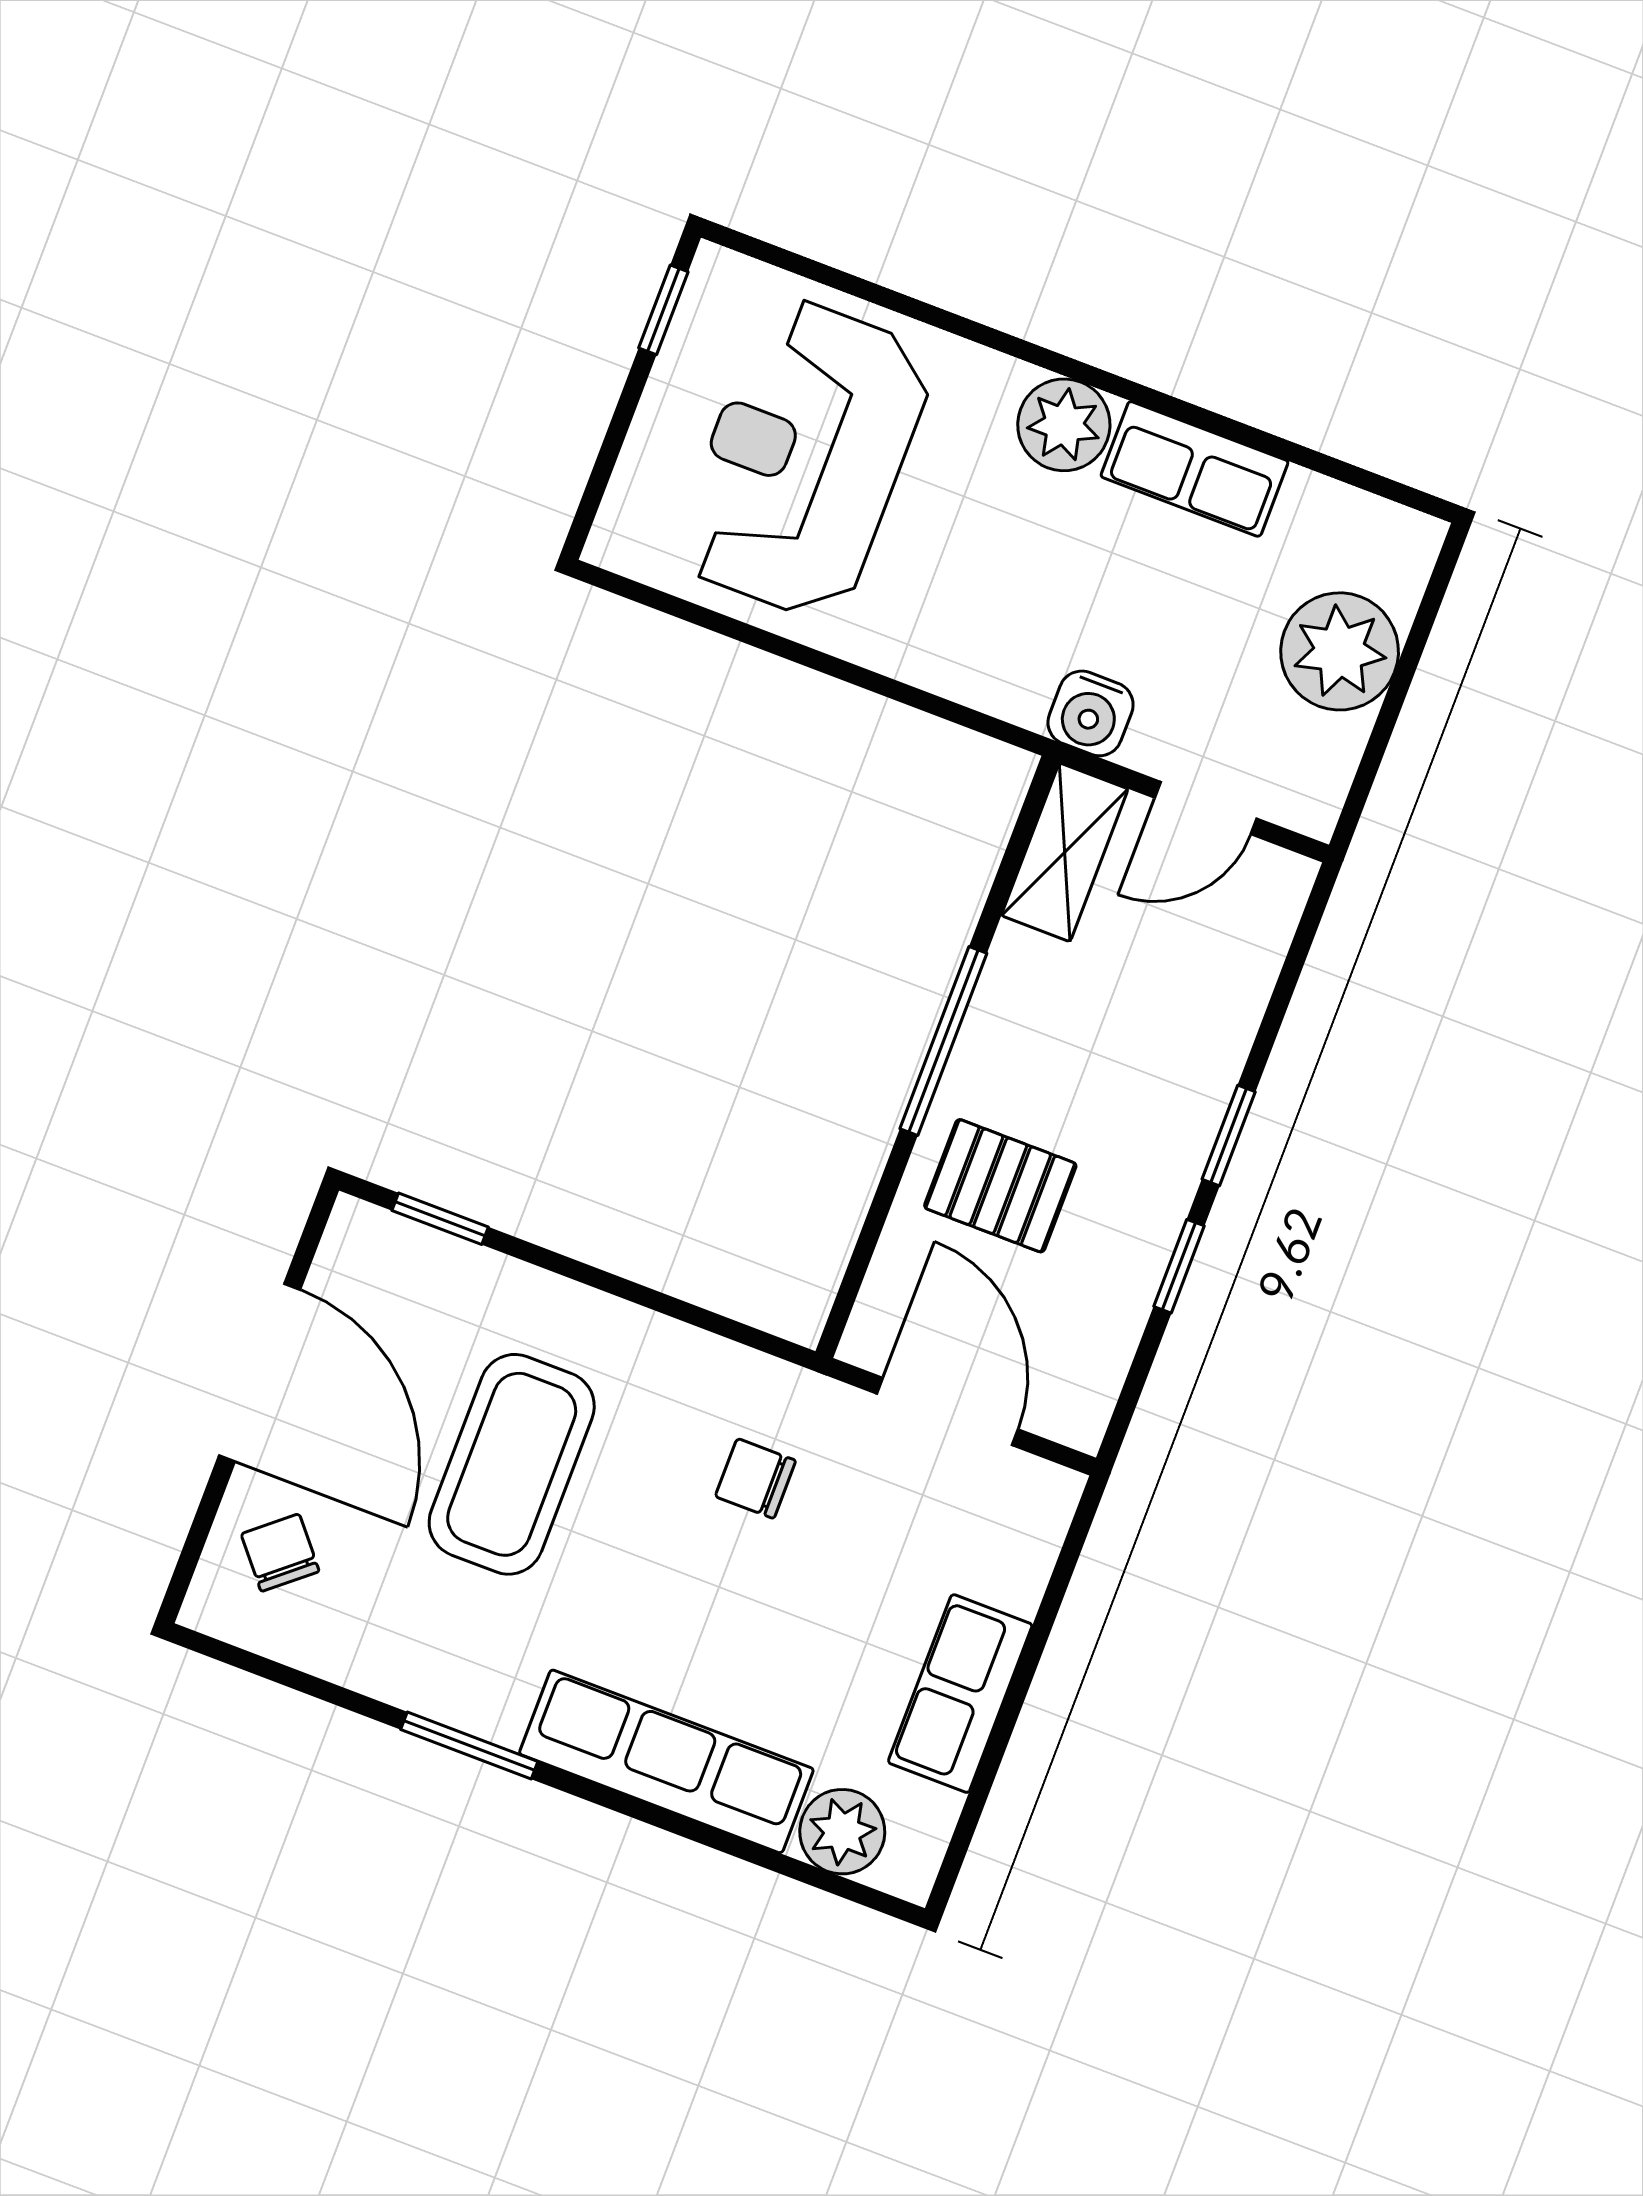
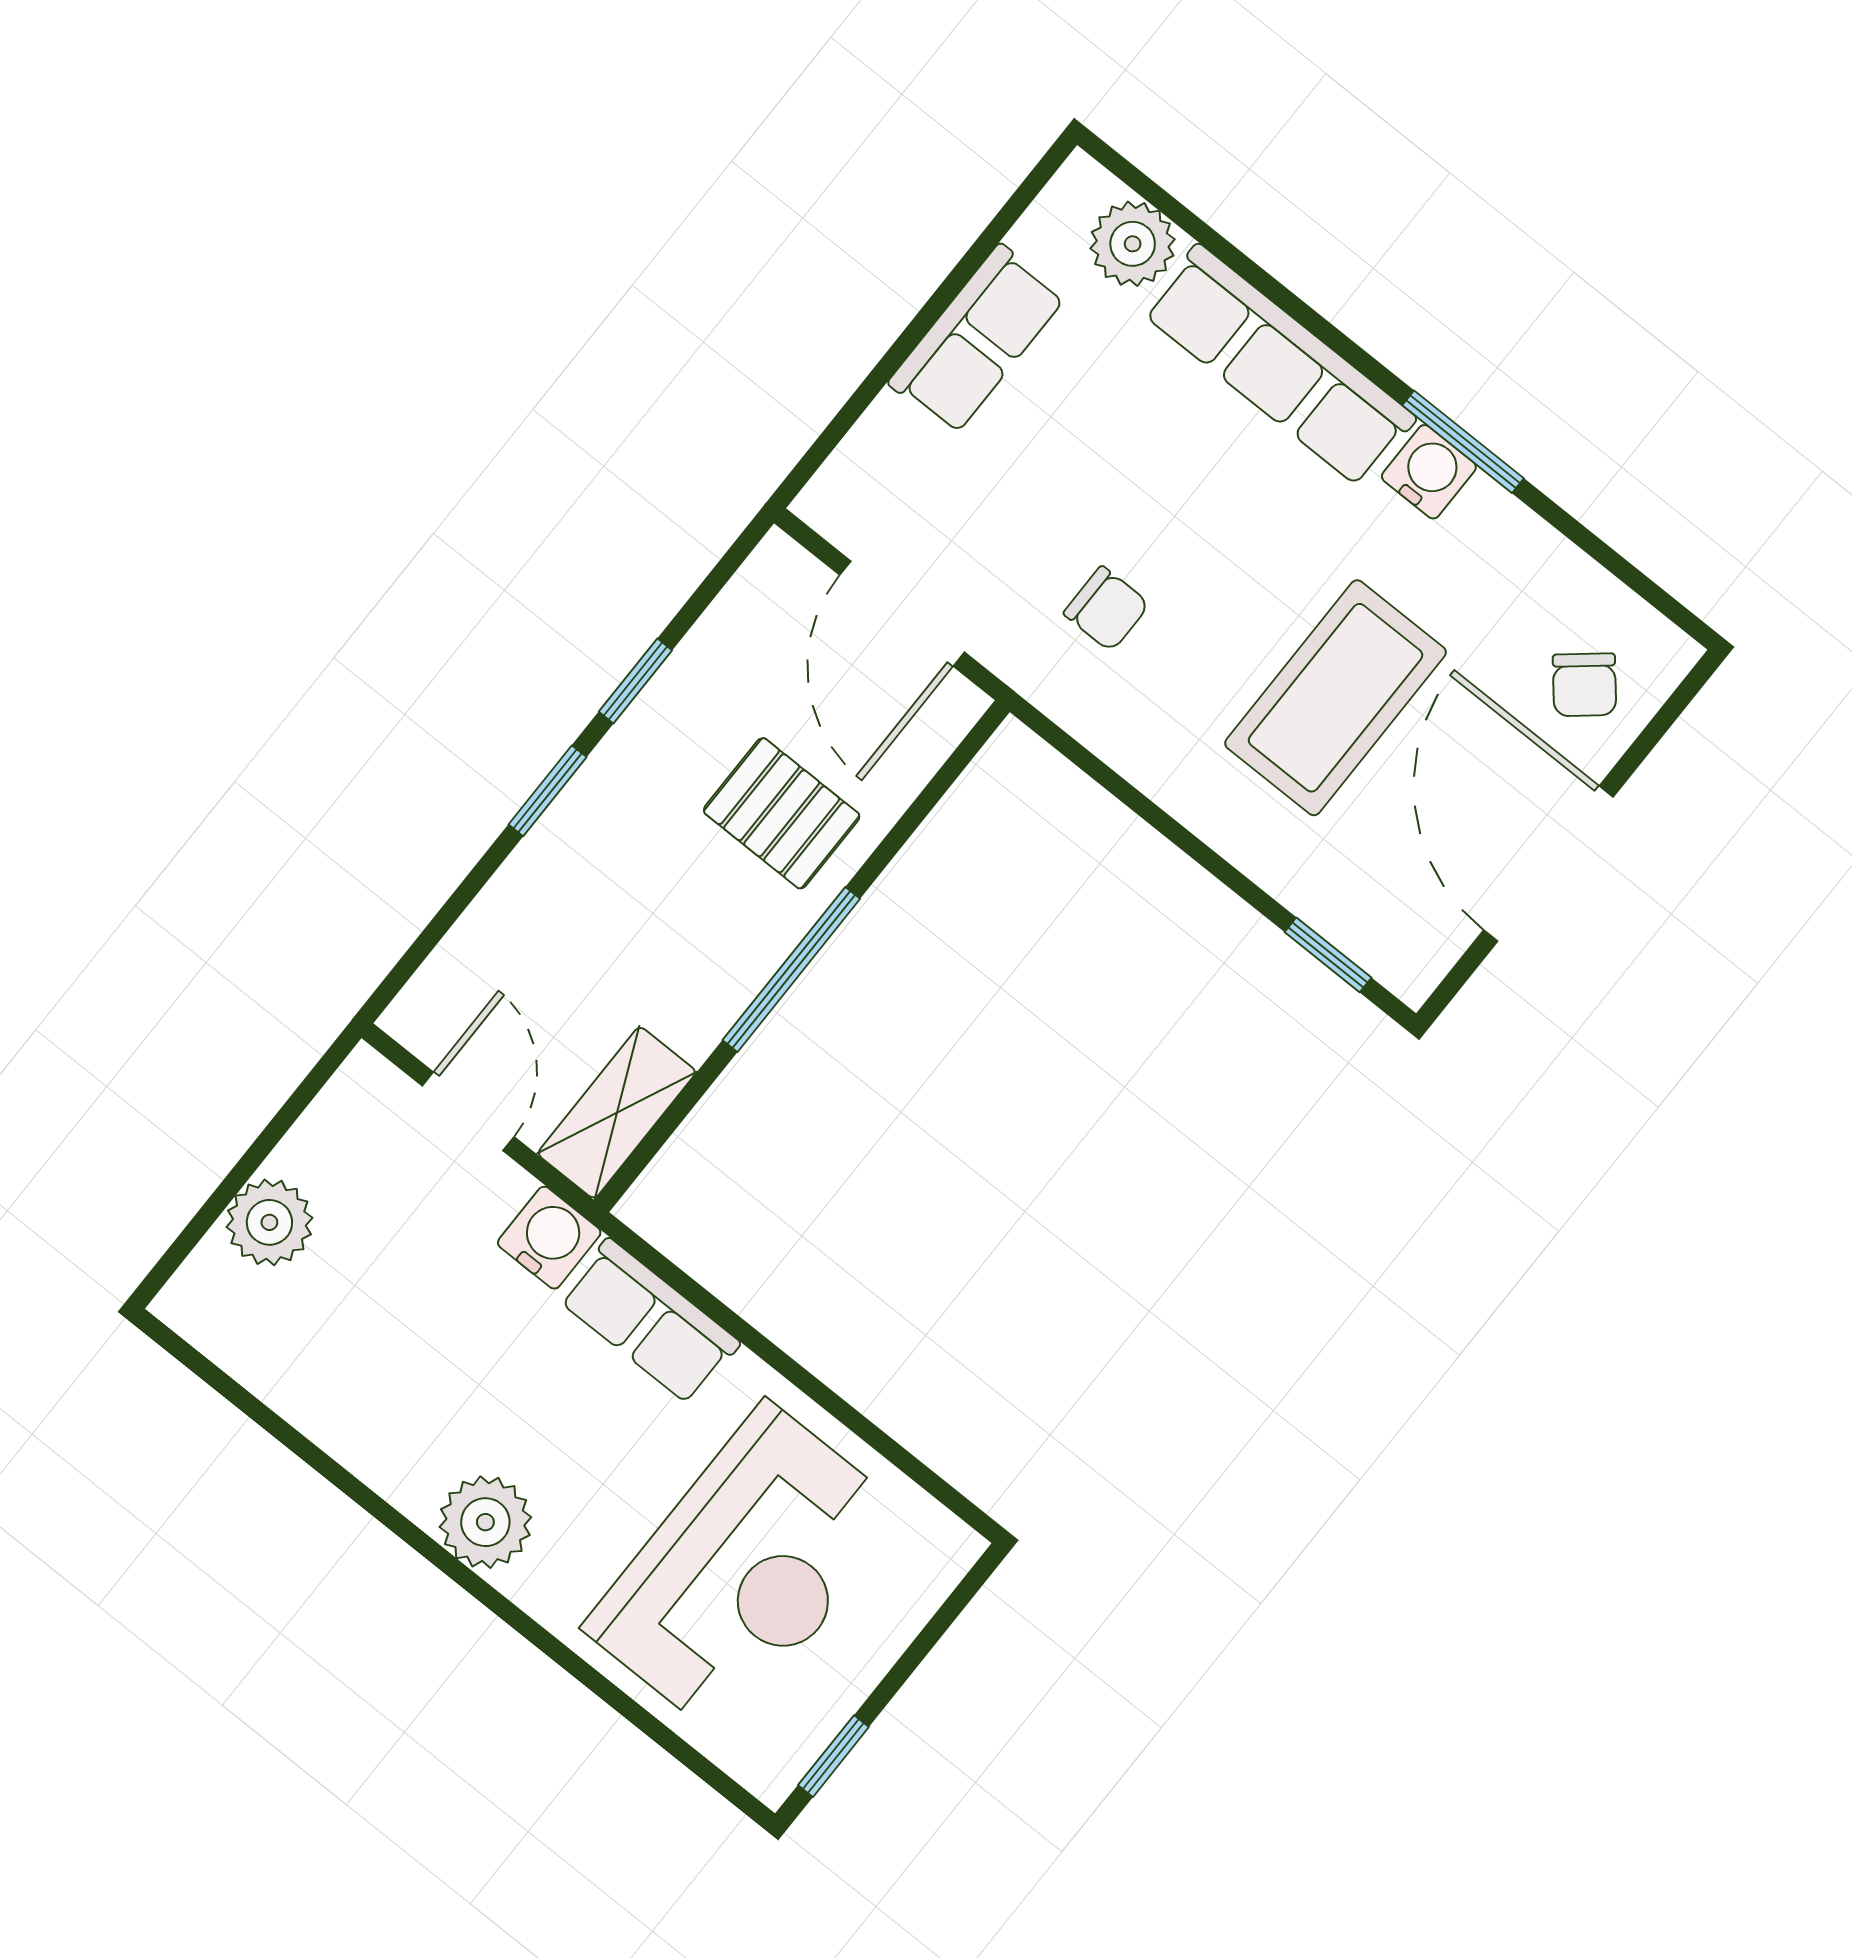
row of seats: (1195, 469) -> (649, 1321), moved, turned 180
plant: (1340, 651) -> (269, 1222), width x0.73, depth x0.73
door: (1206, 808) -> (468, 1111), hinge flipped
water cooler: (492, 1707) -> (1429, 472), added

